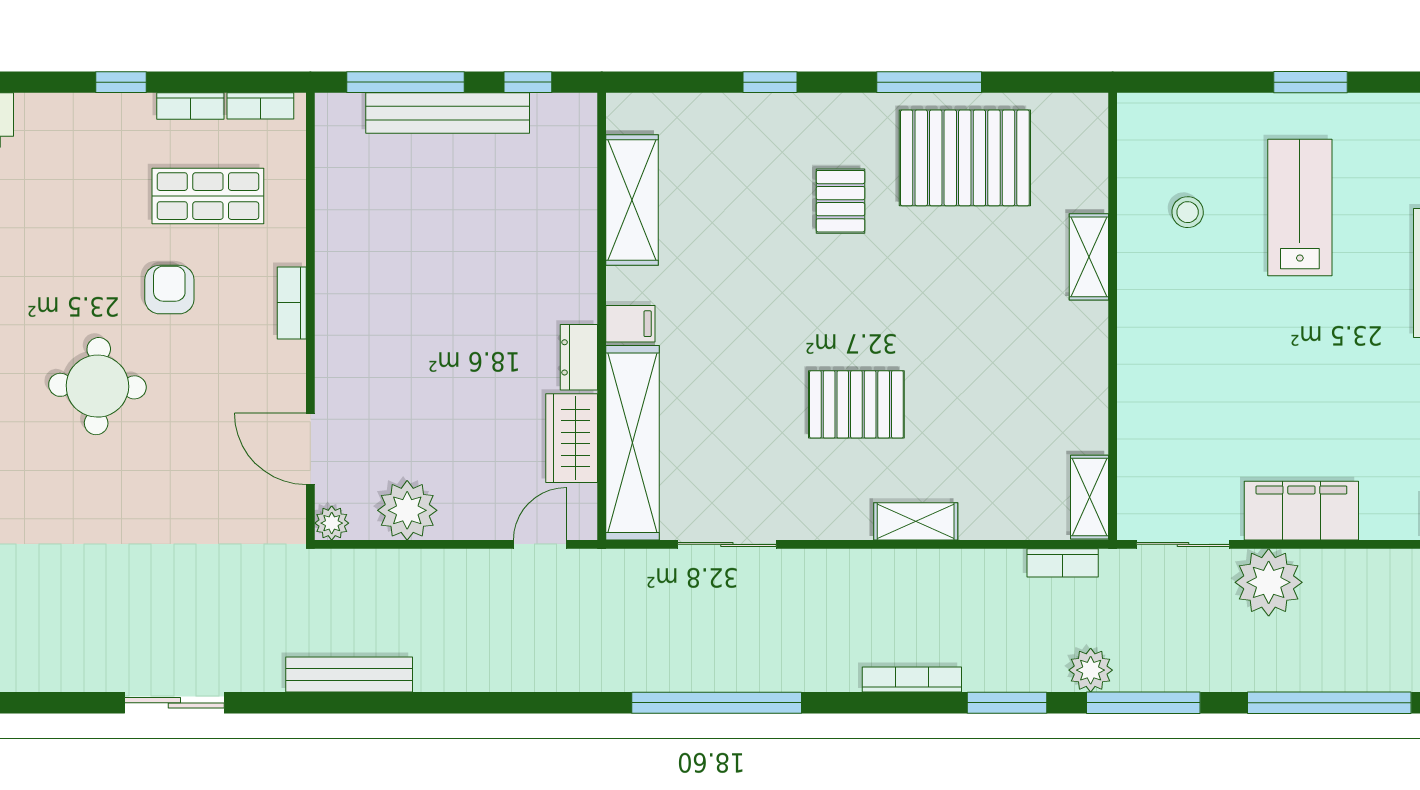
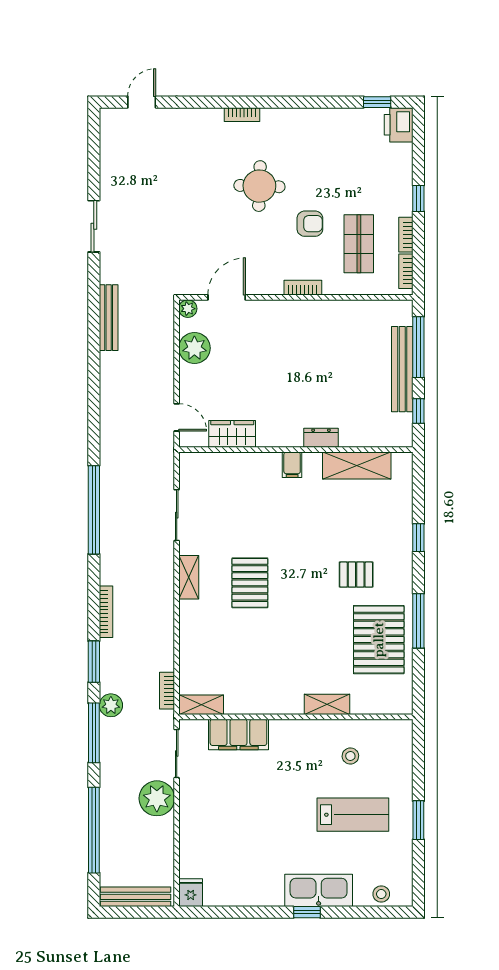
dresser: (579, 357) -> (321, 438), moved
shelving: (632, 443) -> (230, 466), removed
filing cabinet: (1301, 511) -> (238, 734), moved, turned 90
shelving: (916, 521) -> (189, 577), moved

